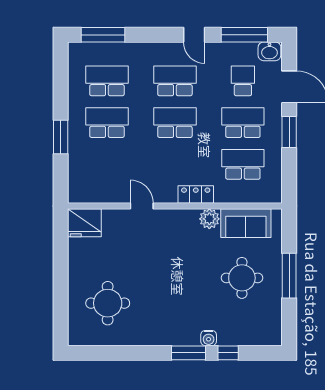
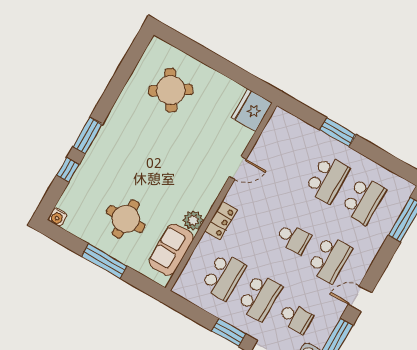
school desk: (175, 123) -> (294, 238), width x0.54
round table: (108, 303) -> (171, 90), turned -32
water cooler: (209, 338) -> (58, 217), moved, turned -90

